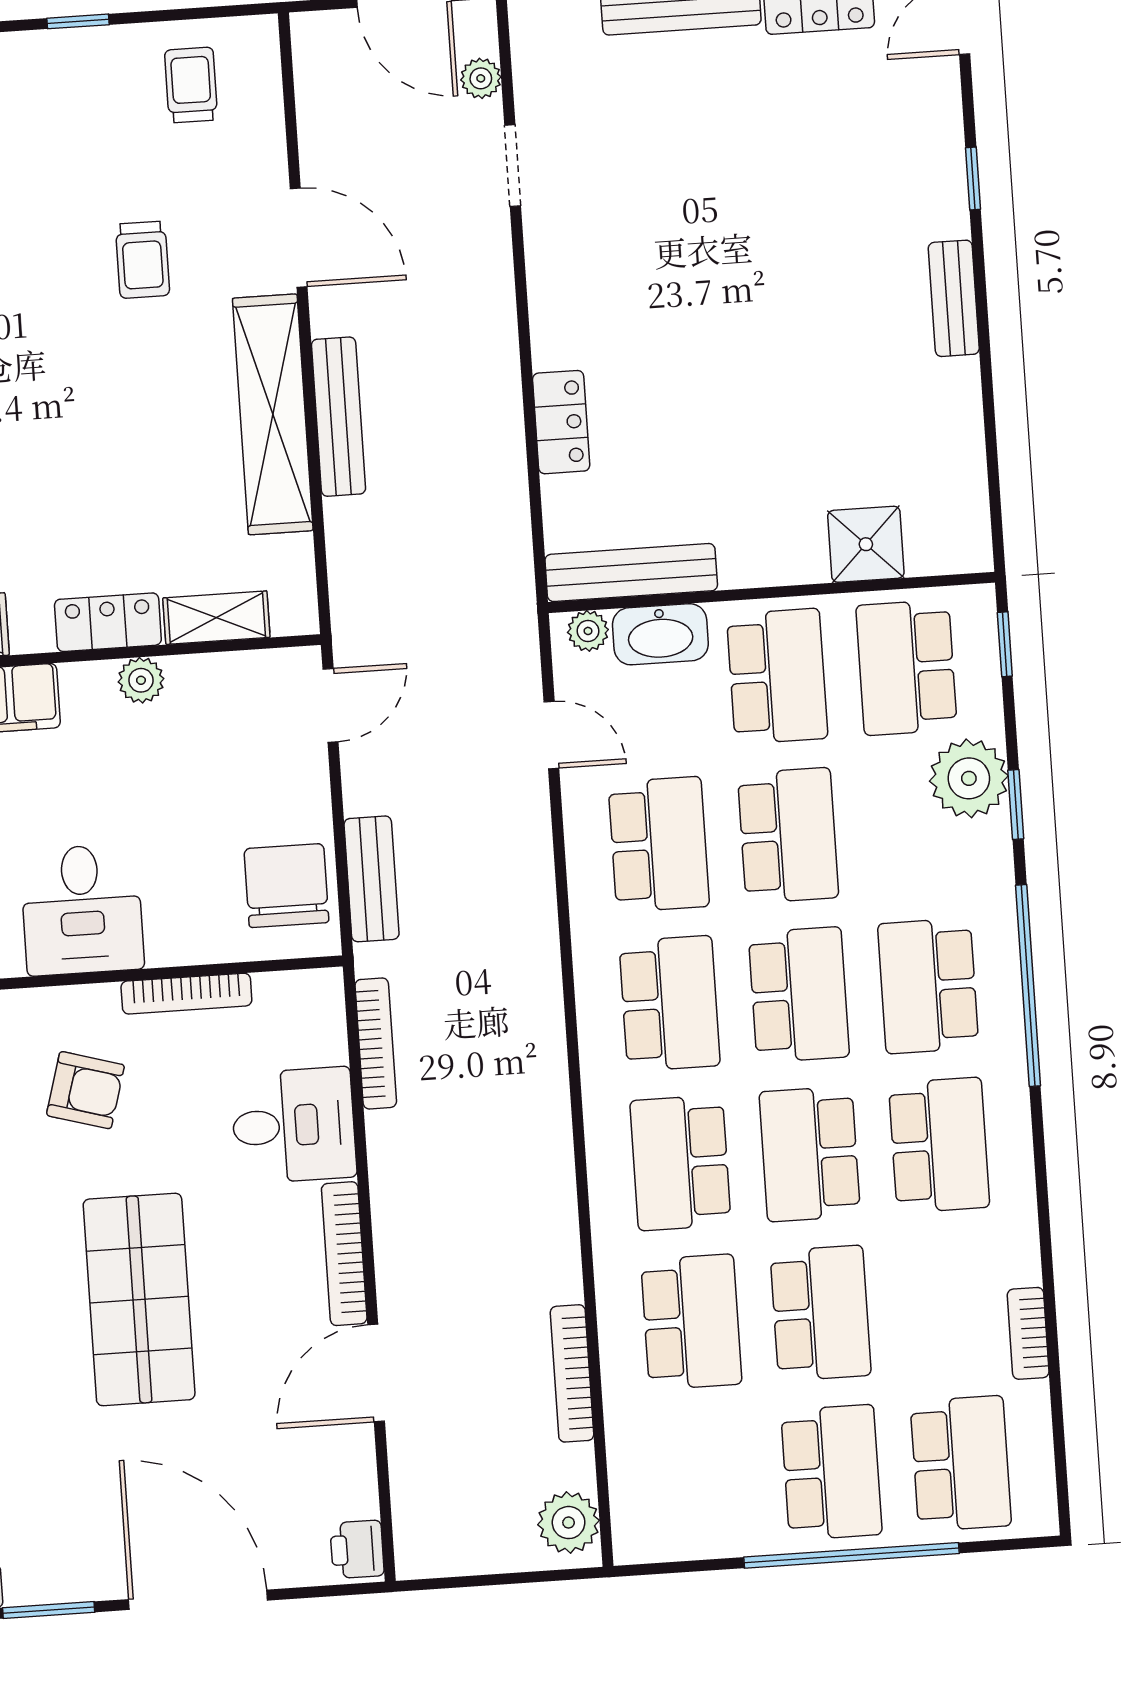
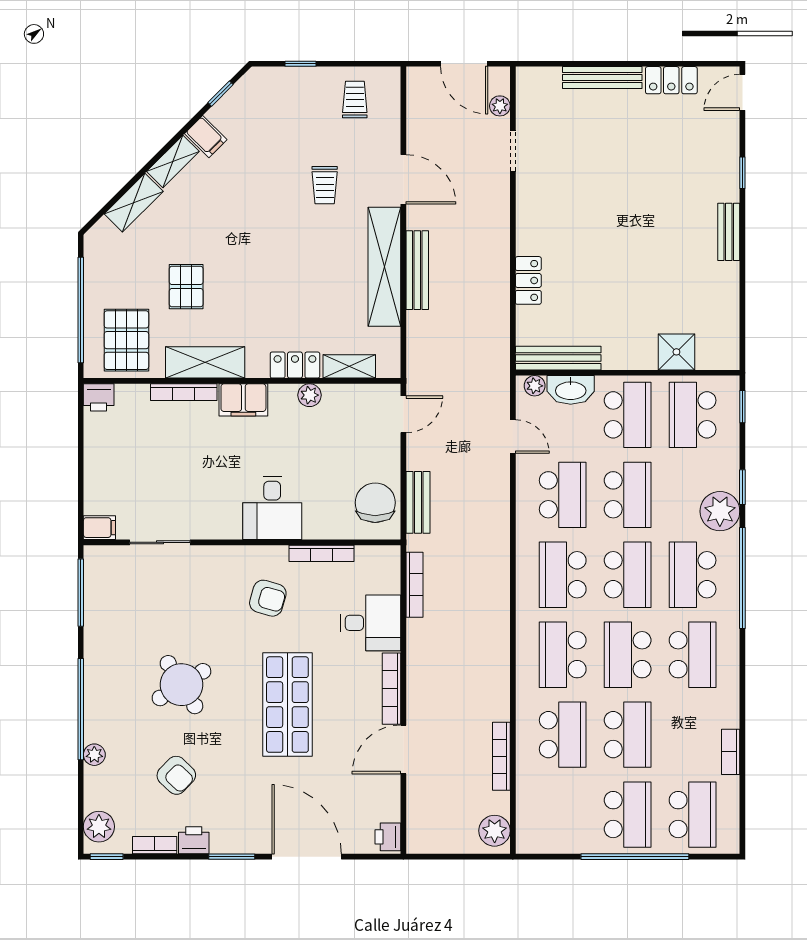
plant: (969, 778) -> (720, 511), moved
school desk: (670, 1004) -> (563, 575), turned 180

